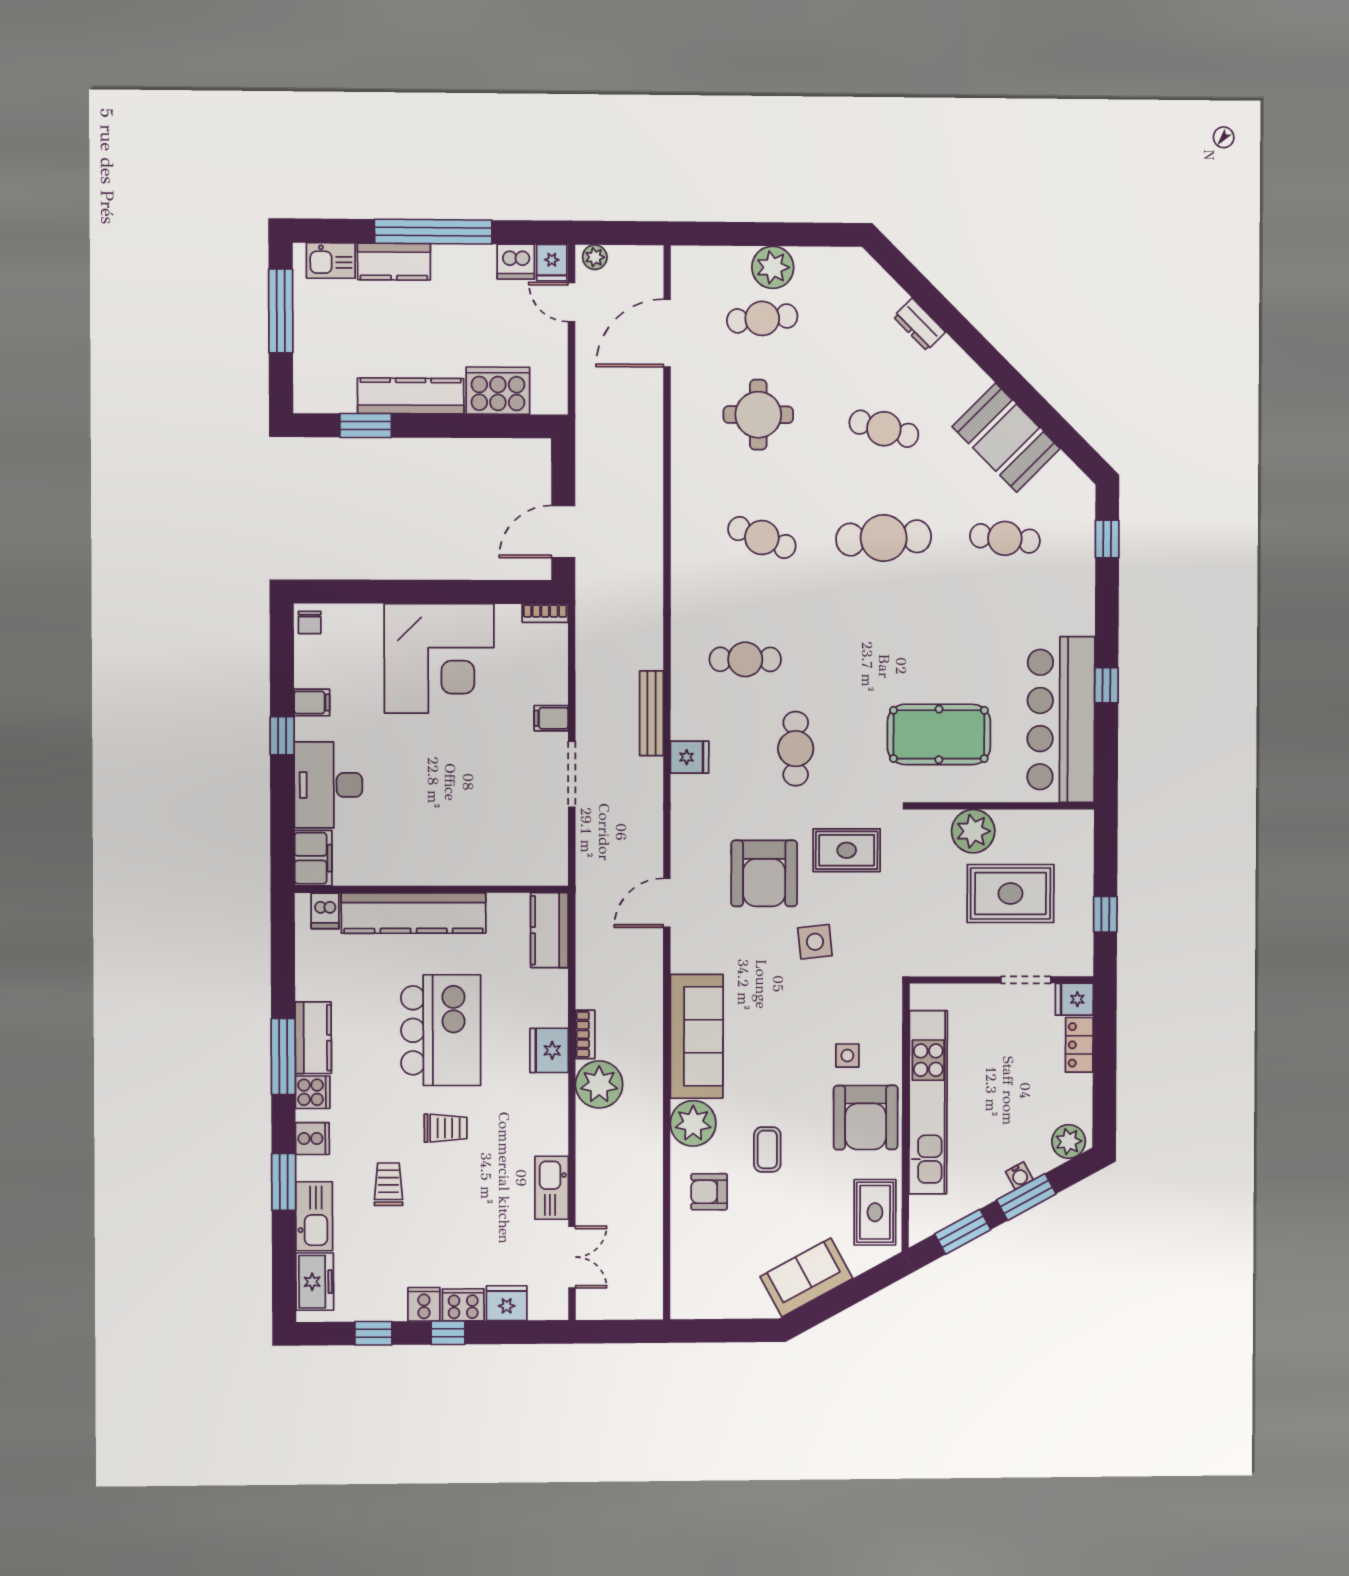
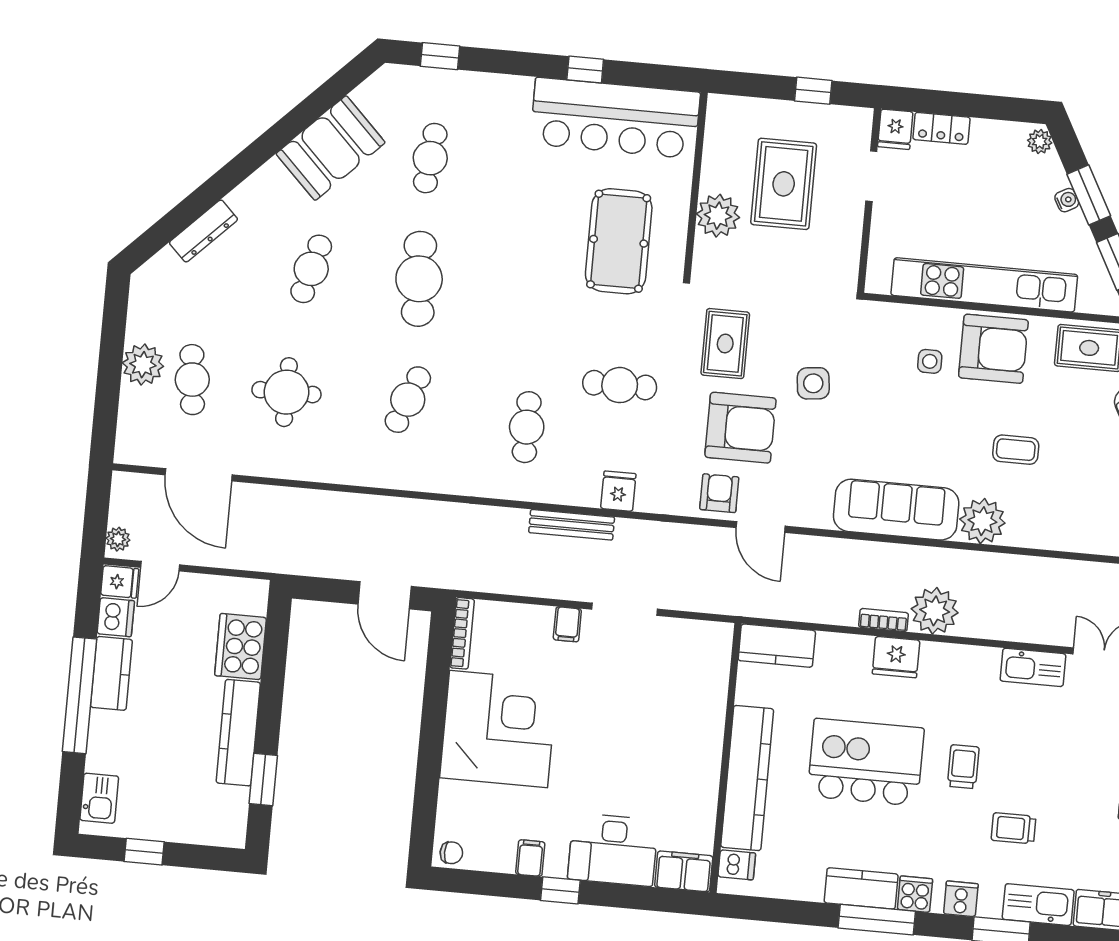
kitchen counter: (394, 262) -> (111, 673), moved
window: (281, 311) -> (144, 852), width x0.46
dresser: (919, 324) -> (203, 231), width x1.44
bookcase: (545, 613) -> (462, 633), width x1.56
plant: (1069, 1141) -> (1040, 142), width x0.73, depth x0.73
armchair: (709, 1192) -> (719, 493), moved, turned 180

